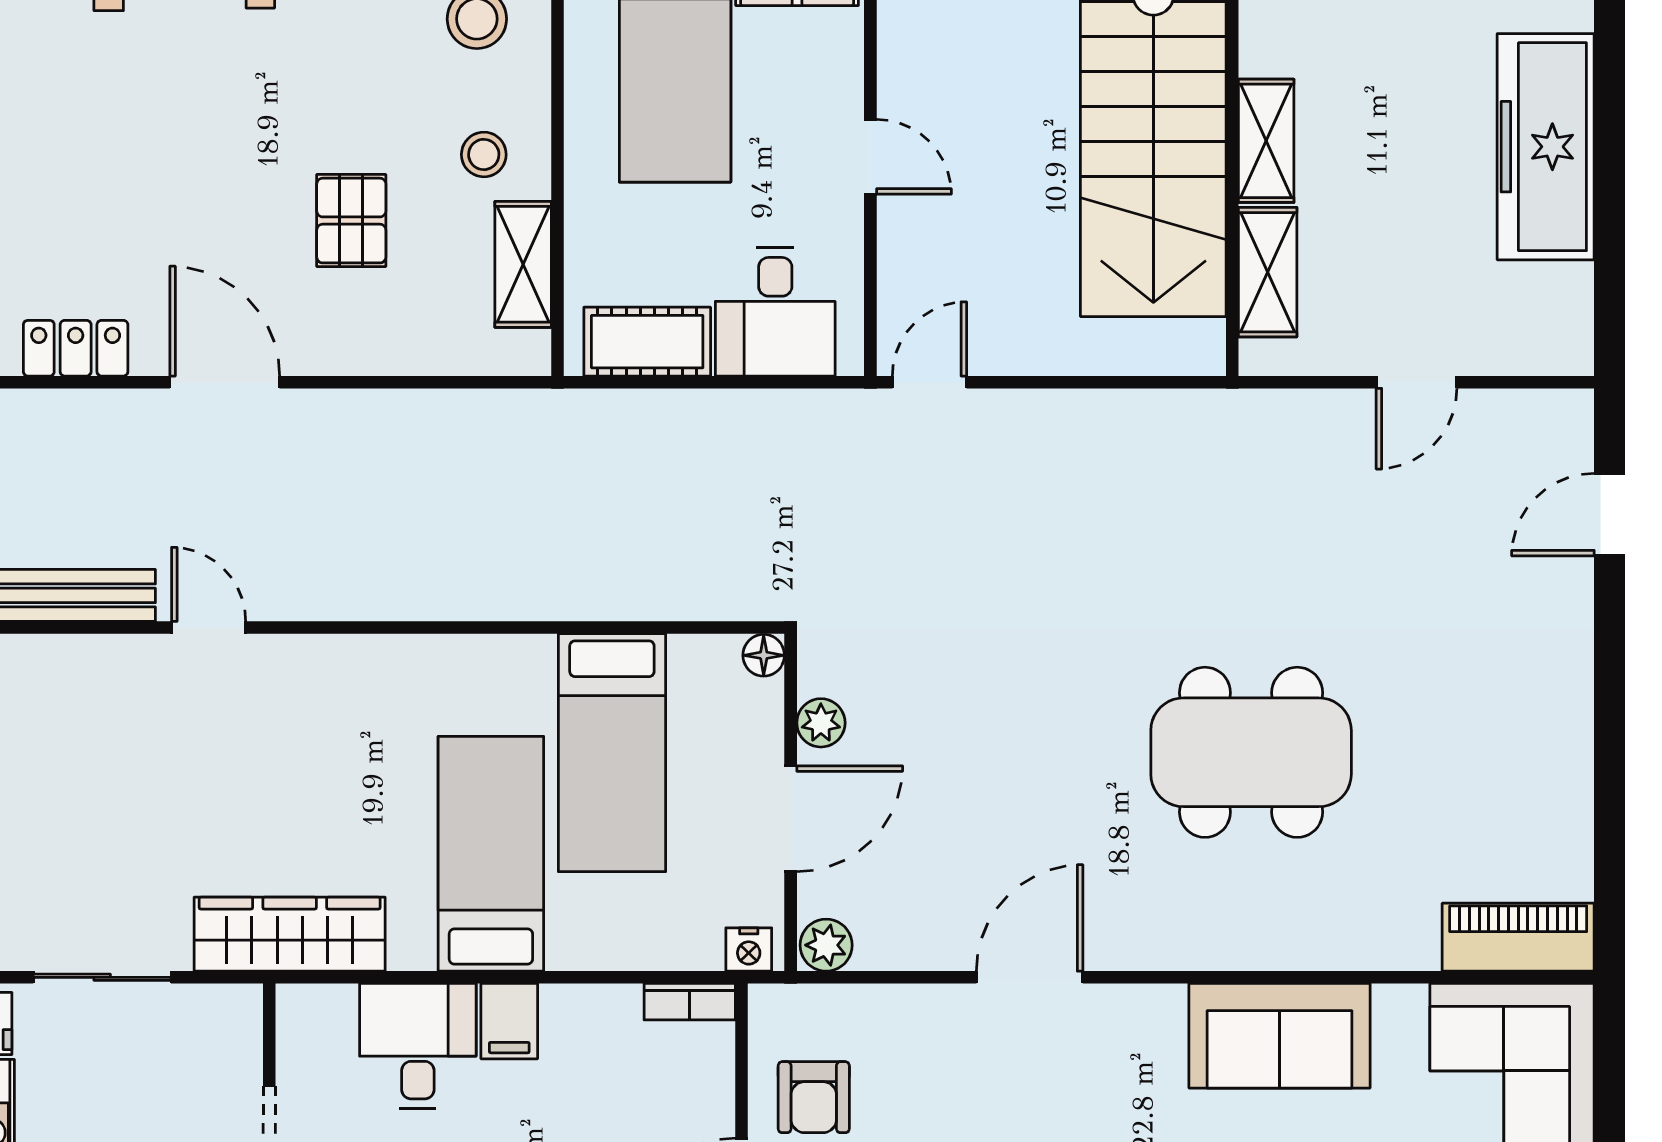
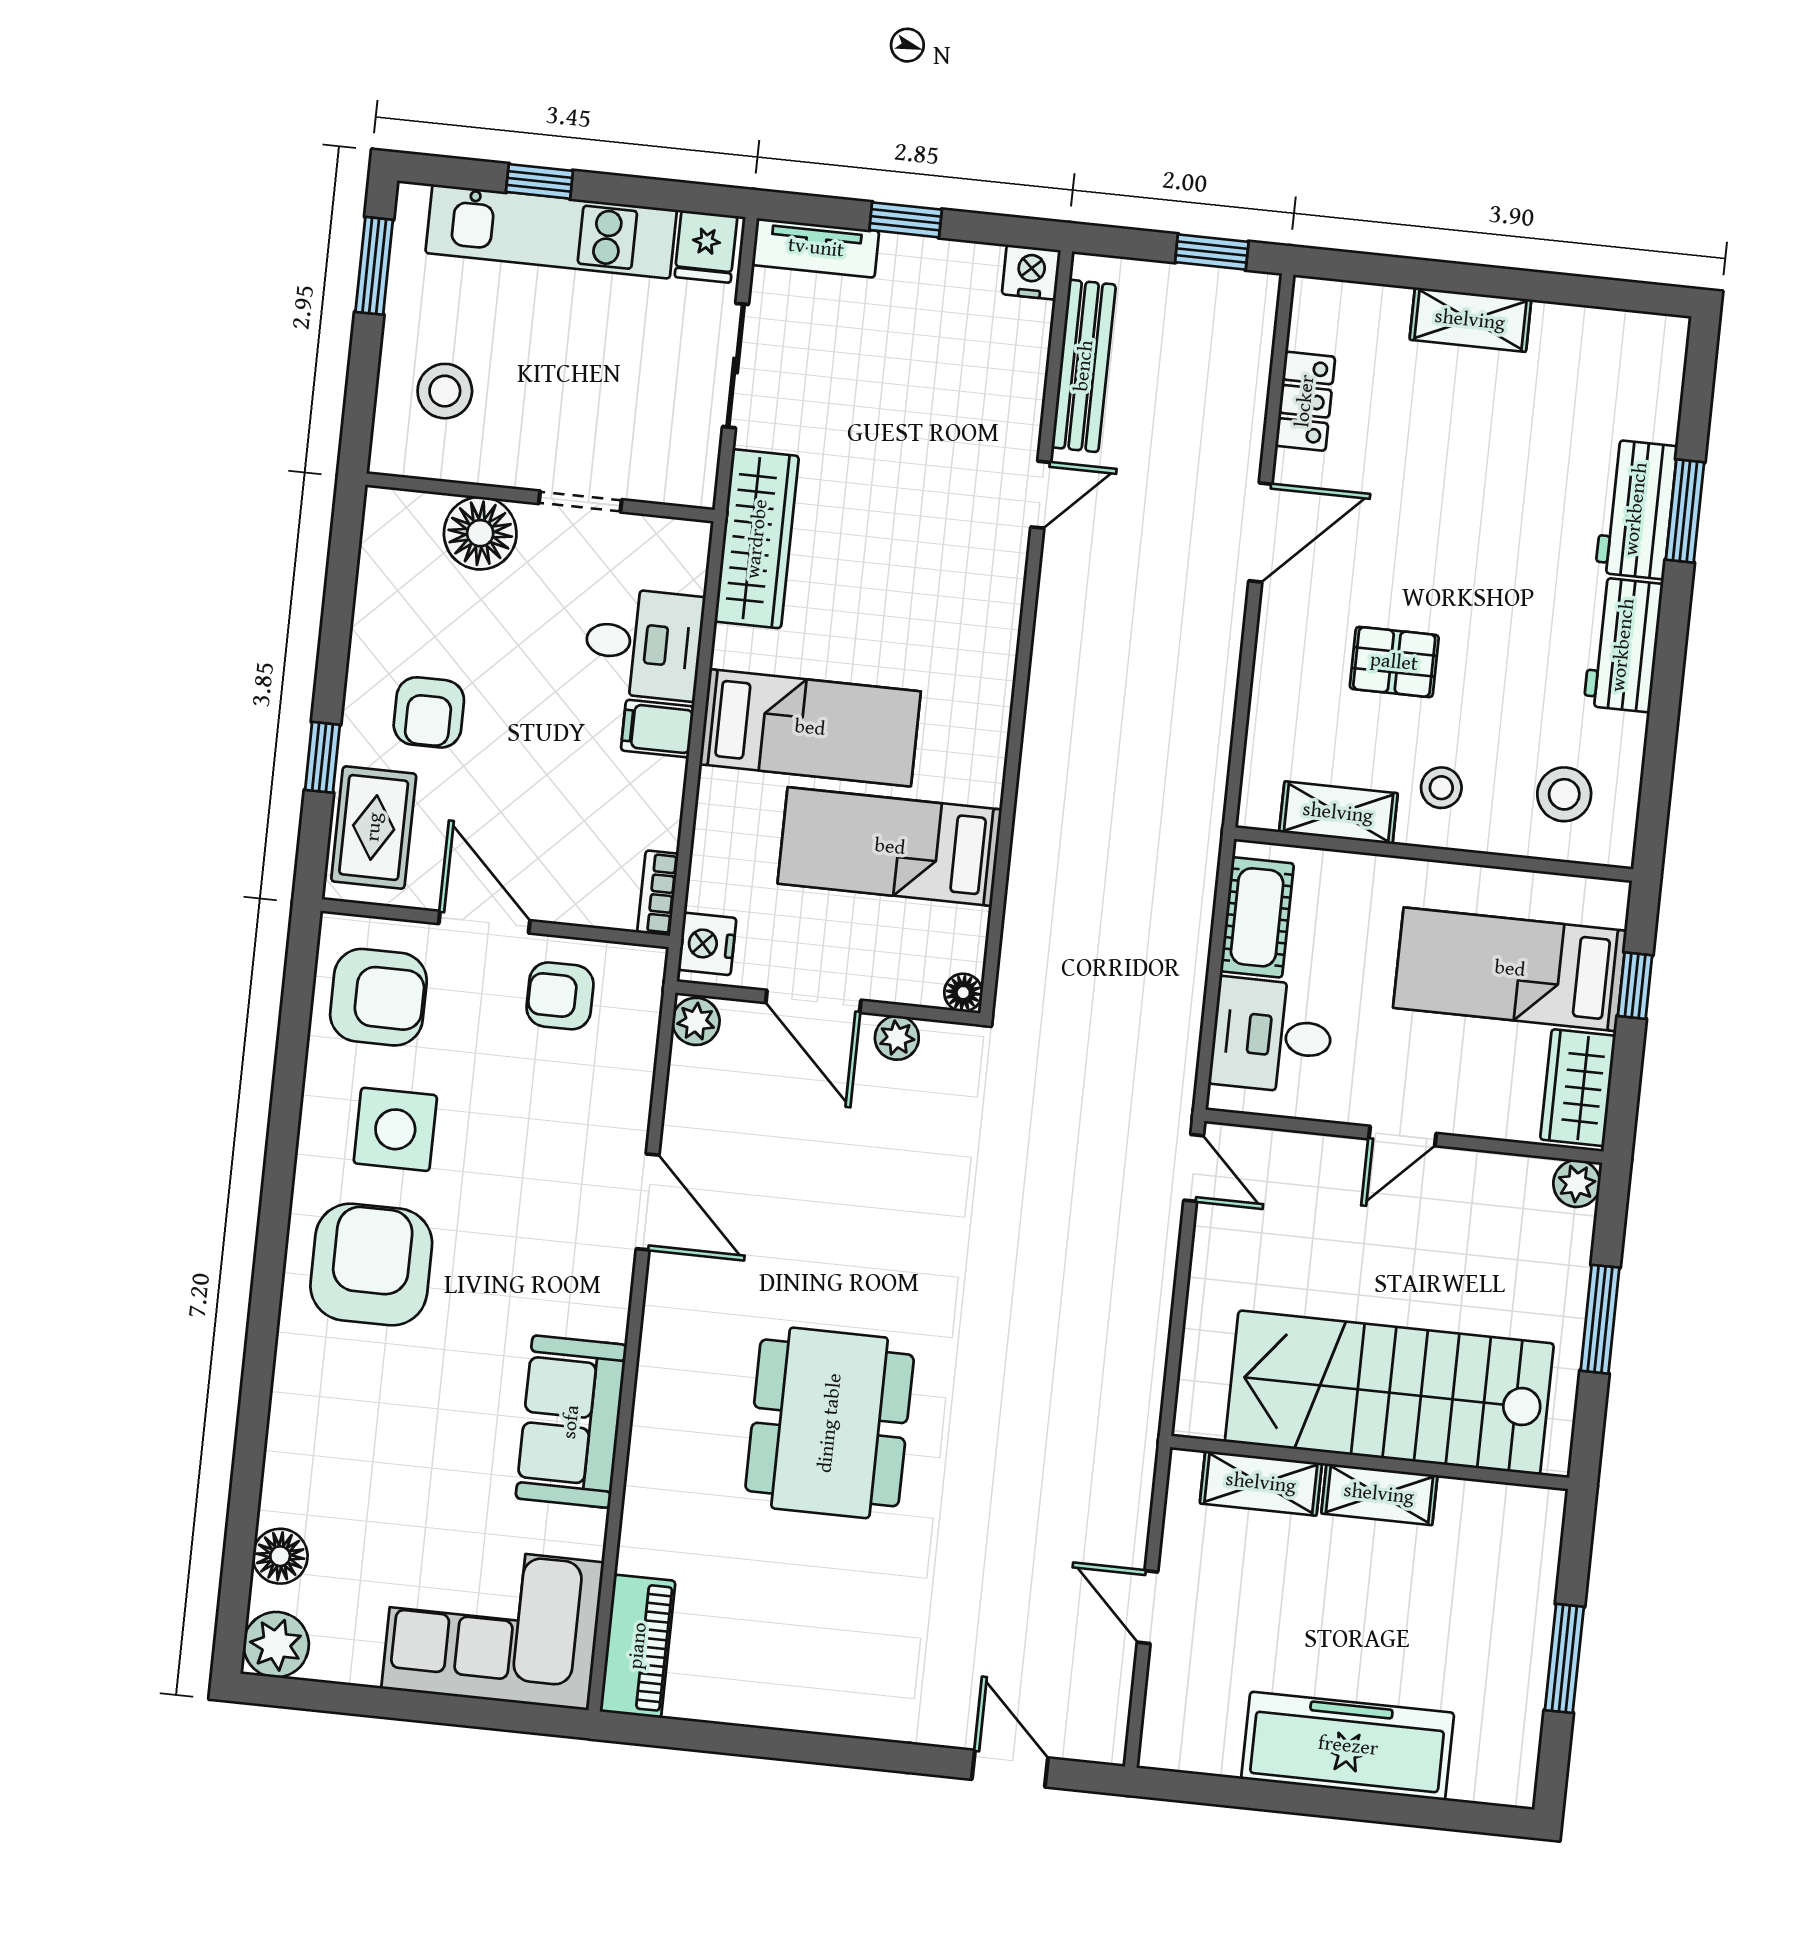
nightstand: (749, 950) -> (707, 944), width x1.39, depth x1.35

